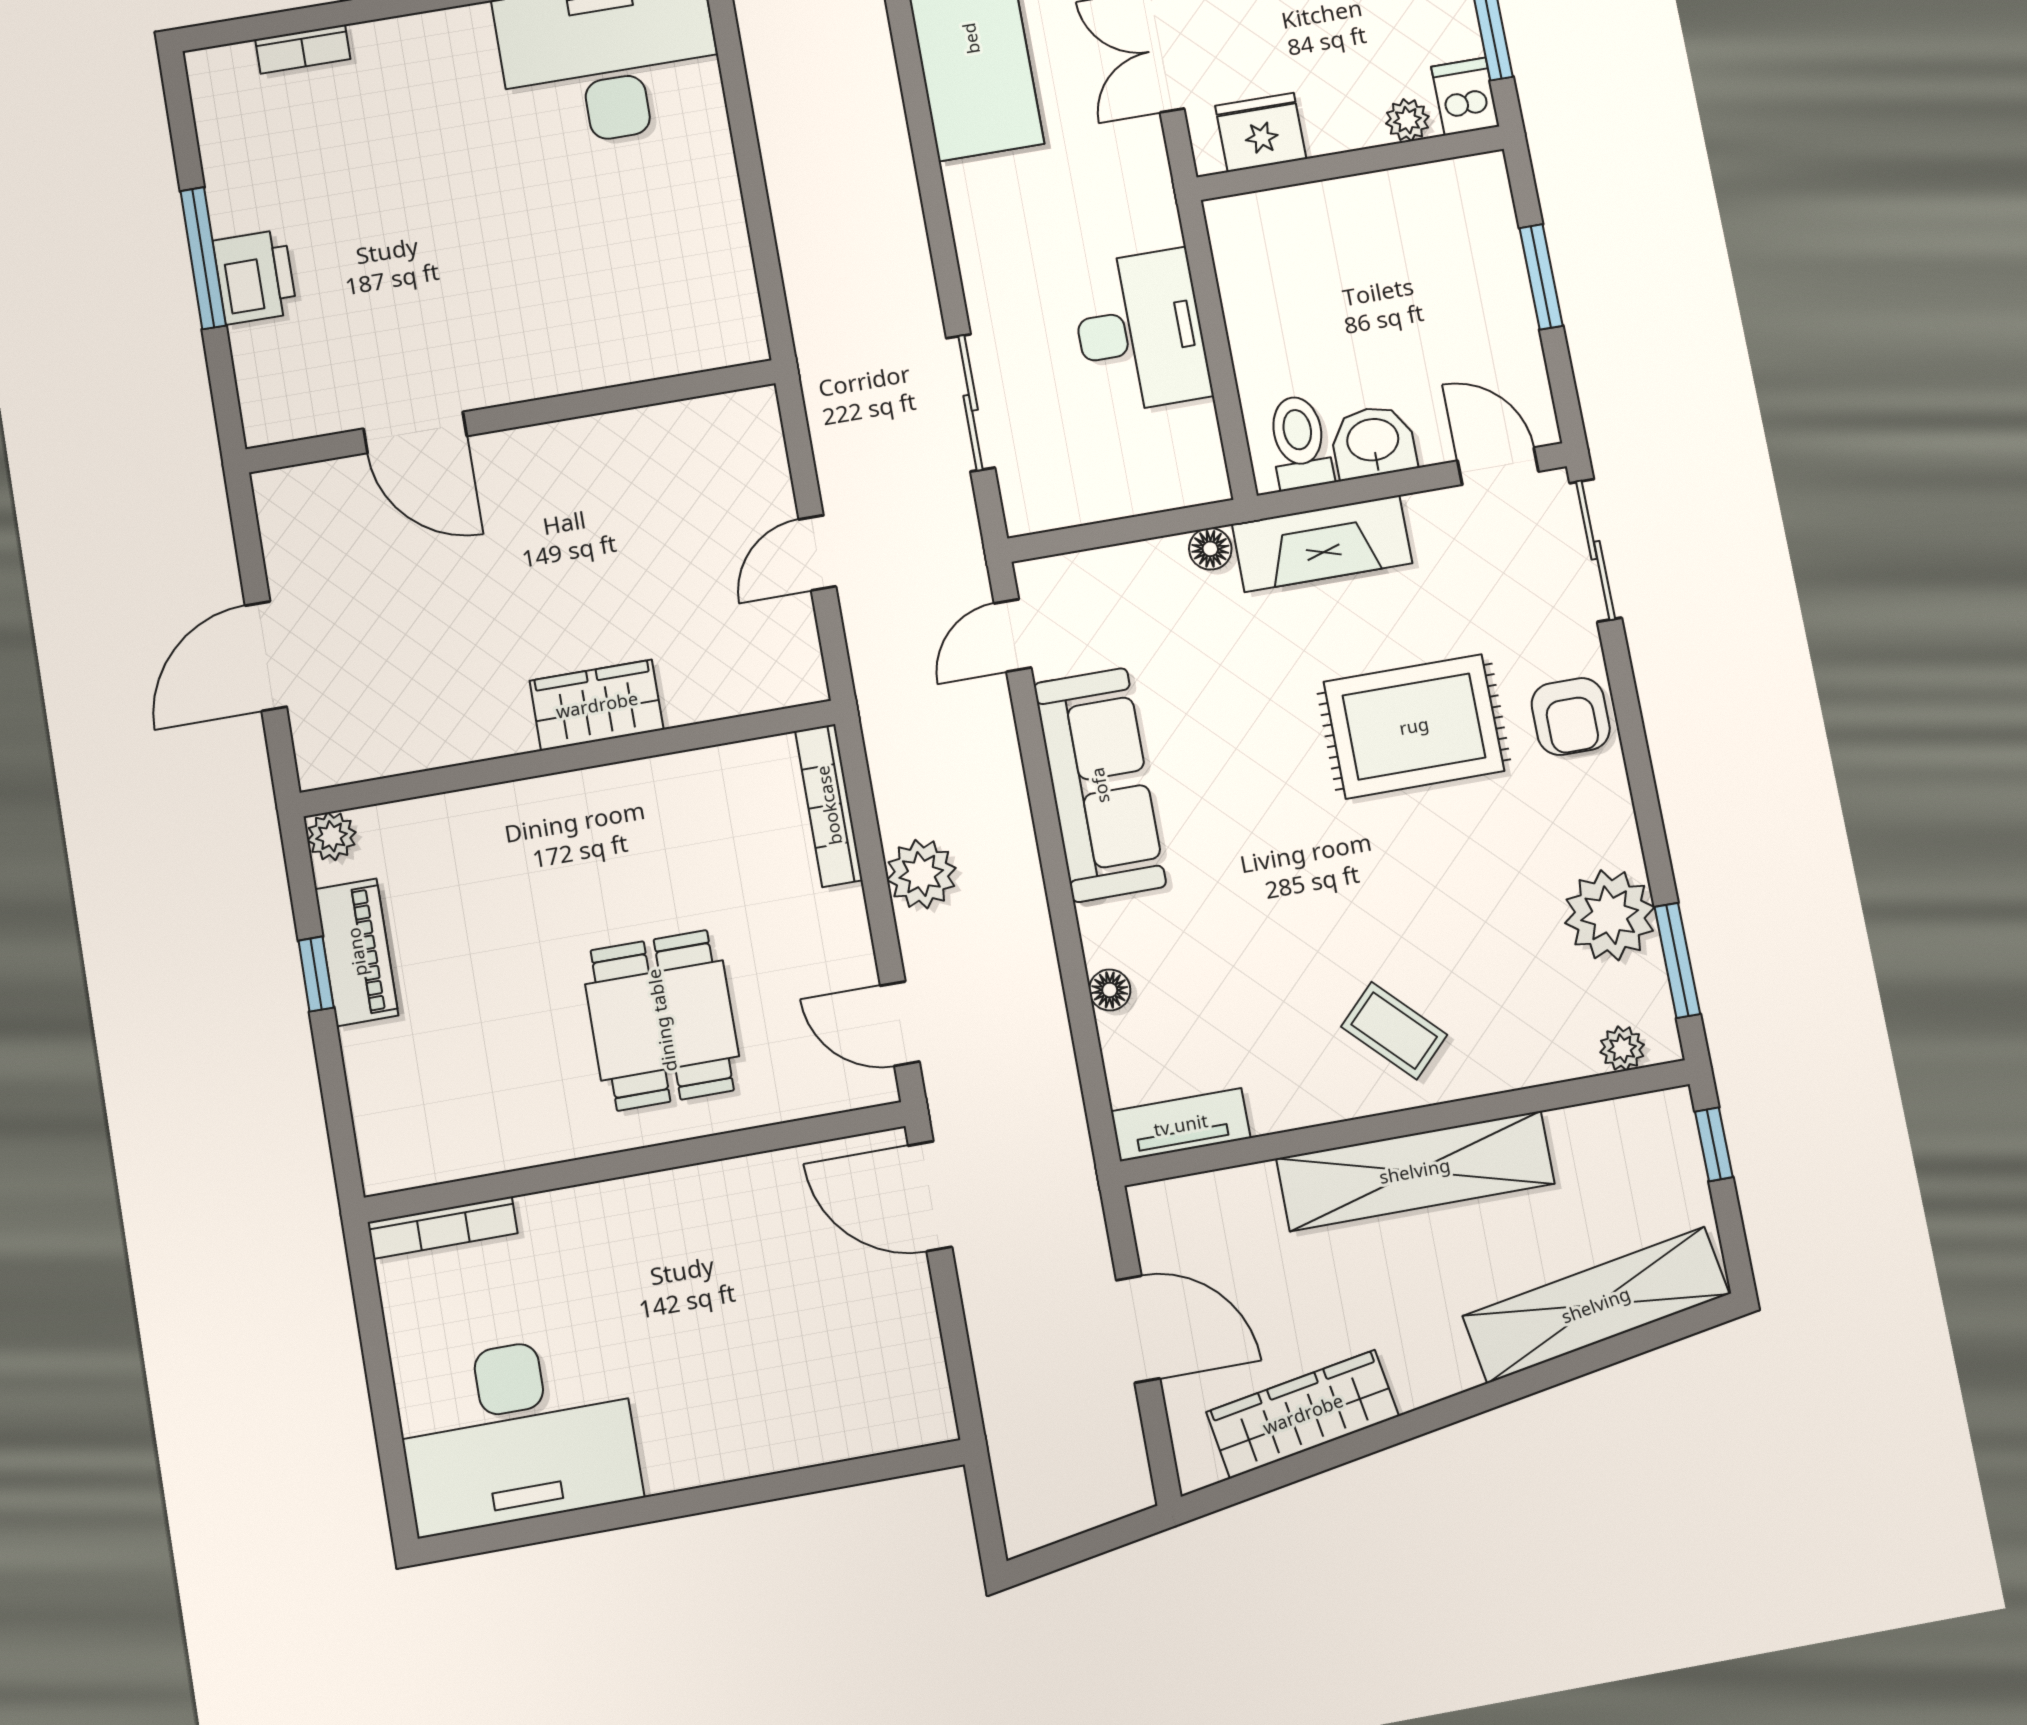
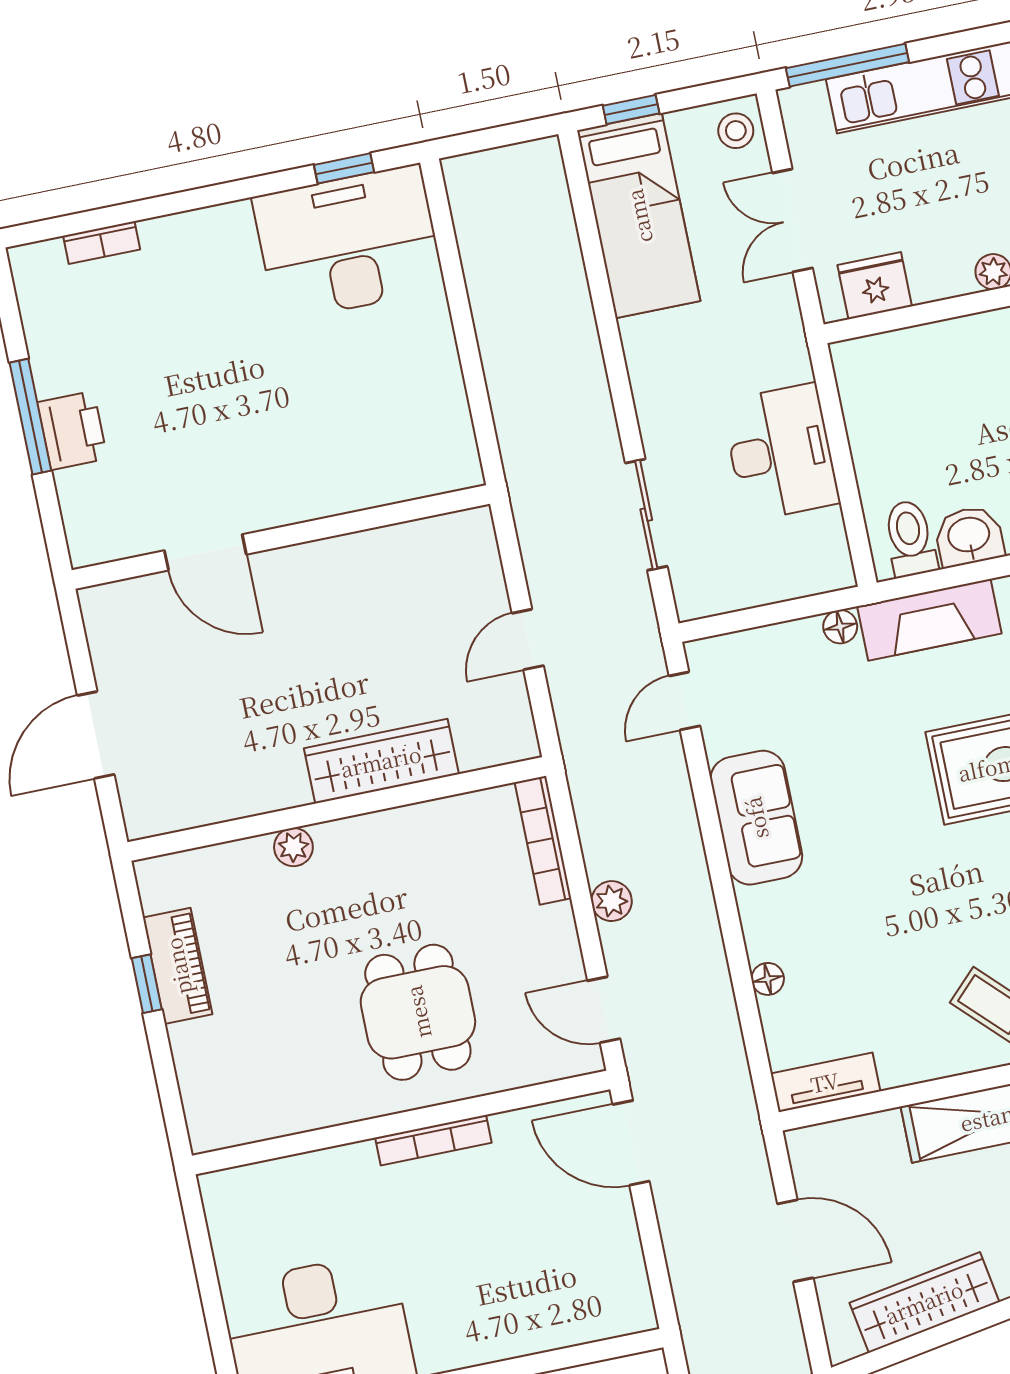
wardrobe: (597, 705) -> (381, 761), width x1.50
sofa: (1100, 785) -> (756, 818), width x0.73
plant: (332, 836) -> (293, 847), moved
plant: (921, 874) -> (612, 901), width x0.73, depth x0.73
bookcase: (443, 1228) -> (433, 1140), moved

